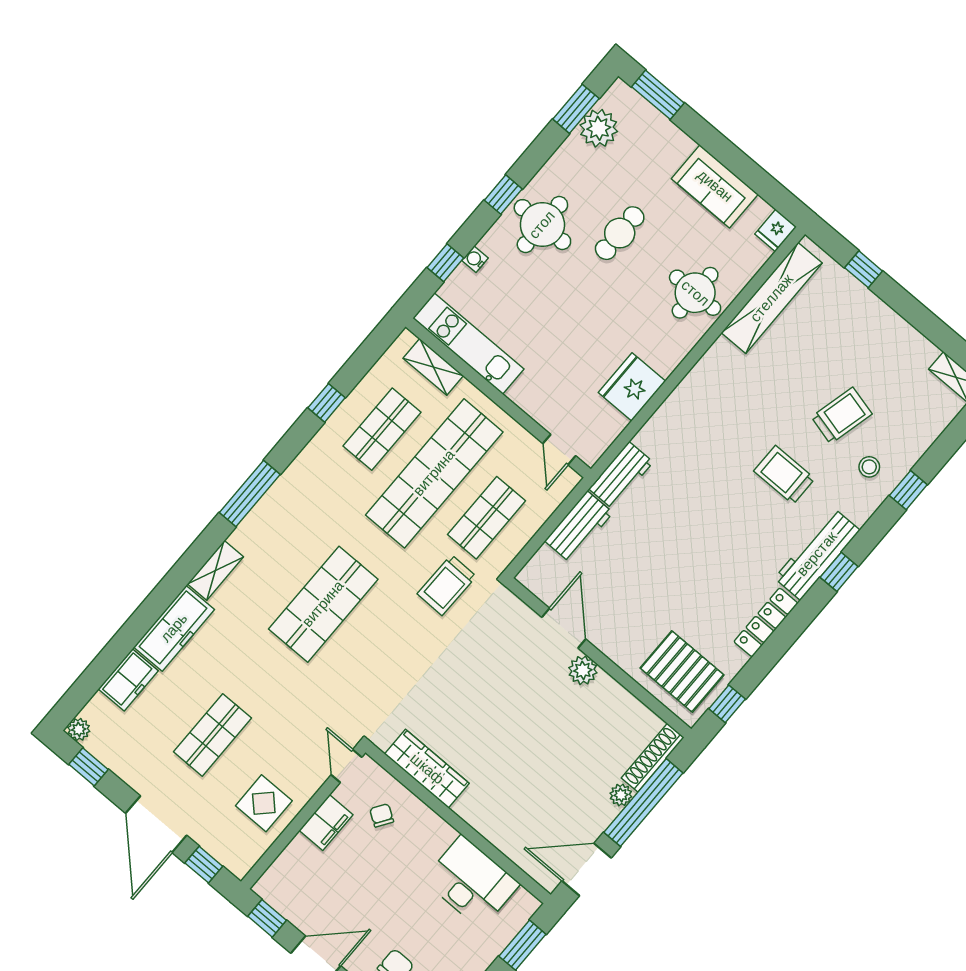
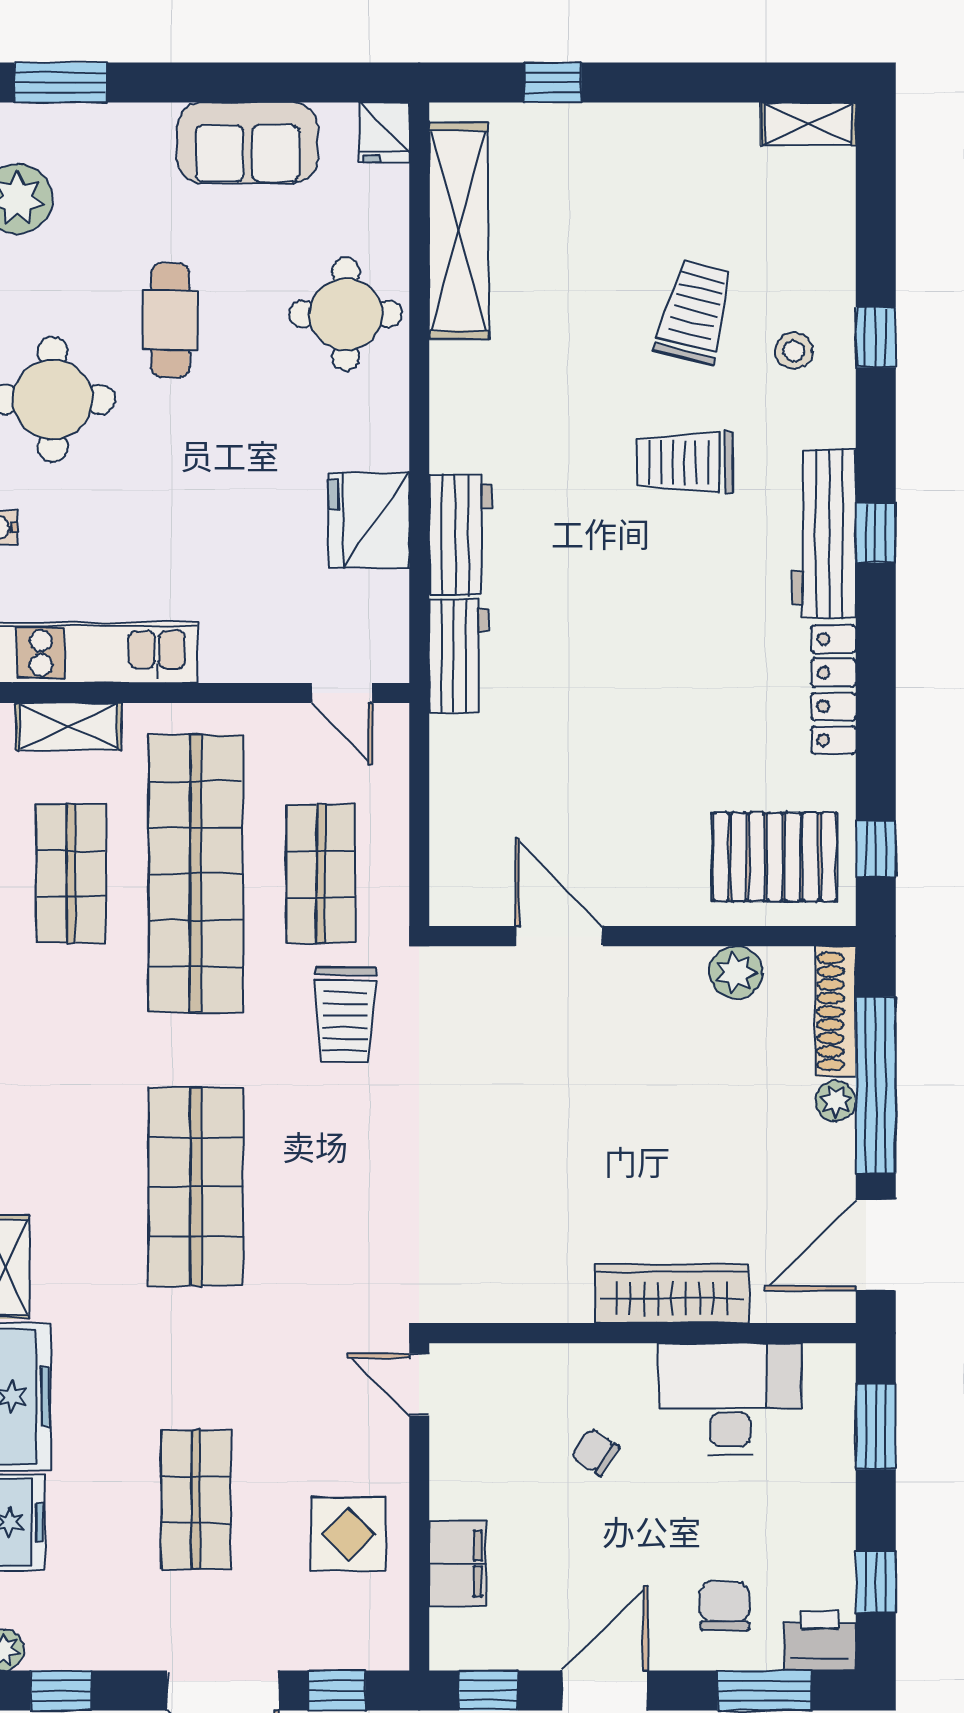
workbench: (579, 527) -> (460, 535), moved
plant: (583, 670) -> (736, 972), moved
wardrobe: (427, 769) -> (672, 1294), moved
chair: (382, 815) -> (595, 1452), moved
filing cabinet: (326, 823) -> (458, 1564), moved

